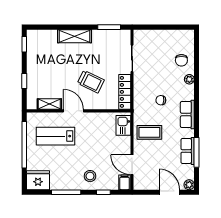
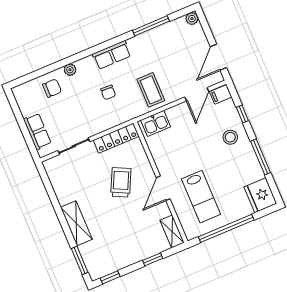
window: (109, 27) -> (80, 260), moved
shelving: (49, 104) -> (172, 231), moved
row of seats: (188, 151) -> (37, 131), moved, turned -90
door: (169, 192) -> (218, 57), moved

